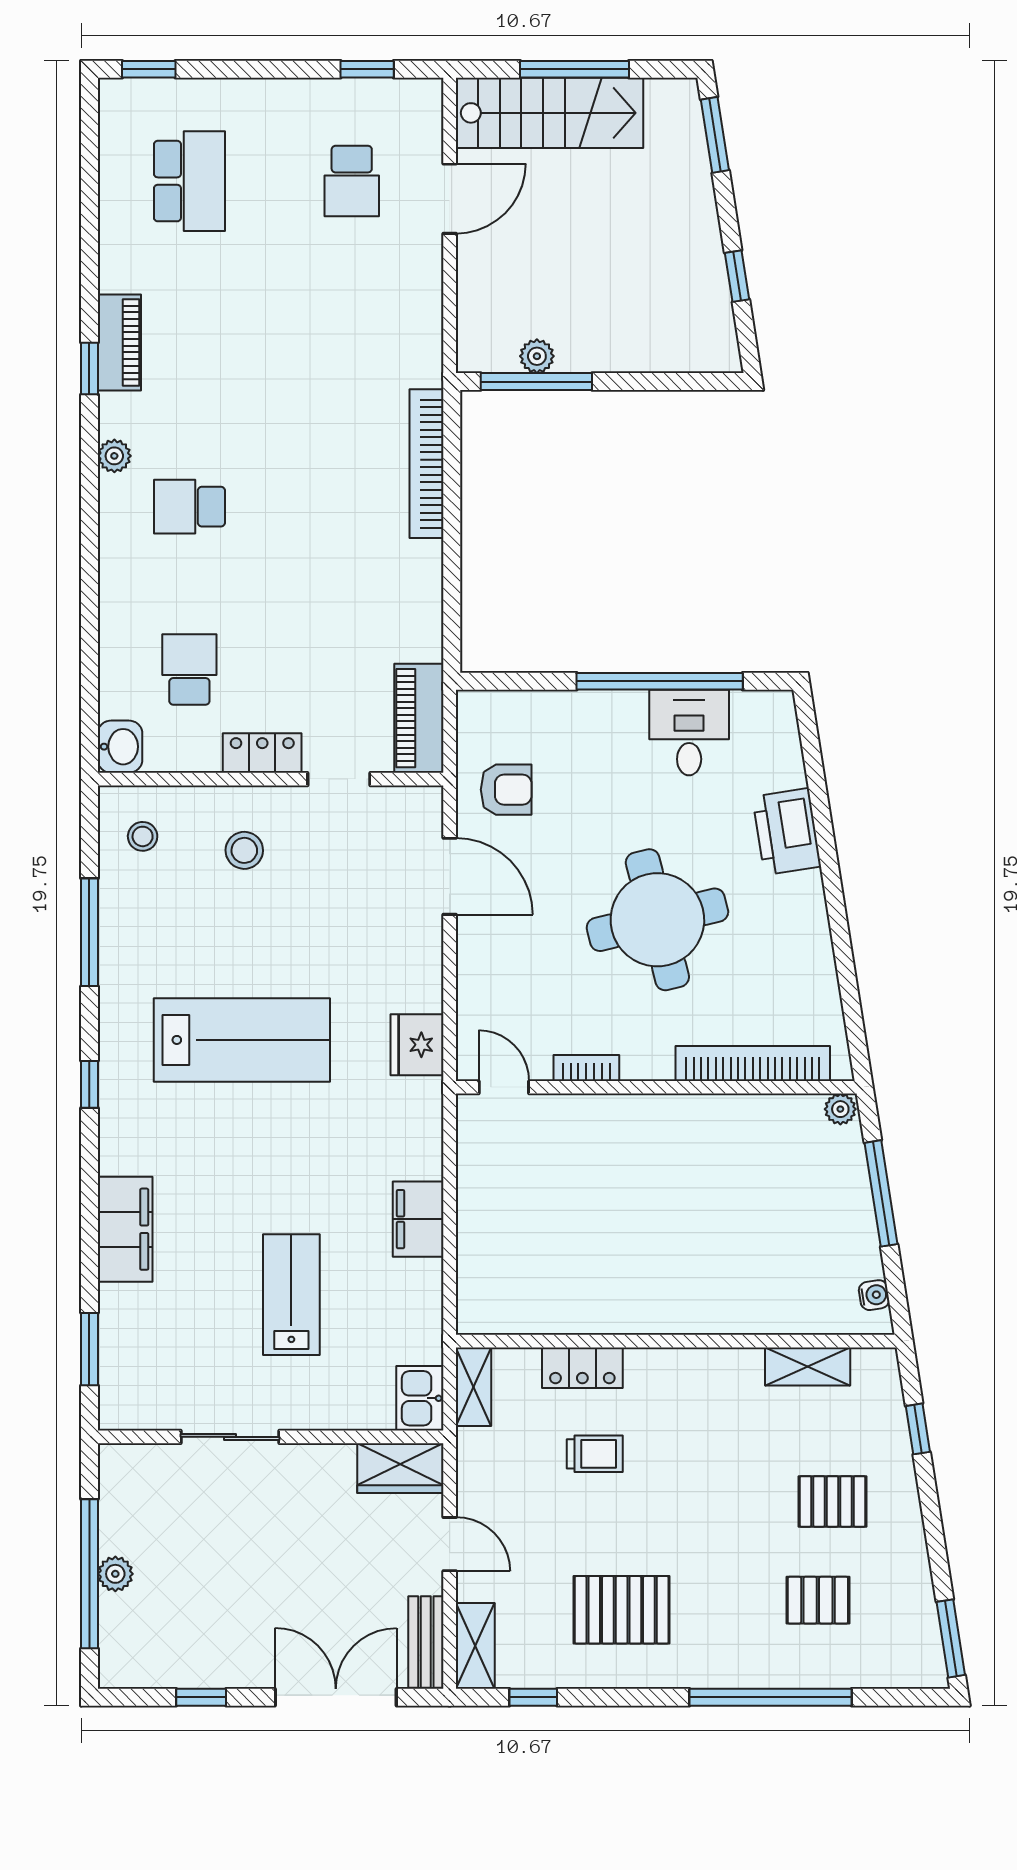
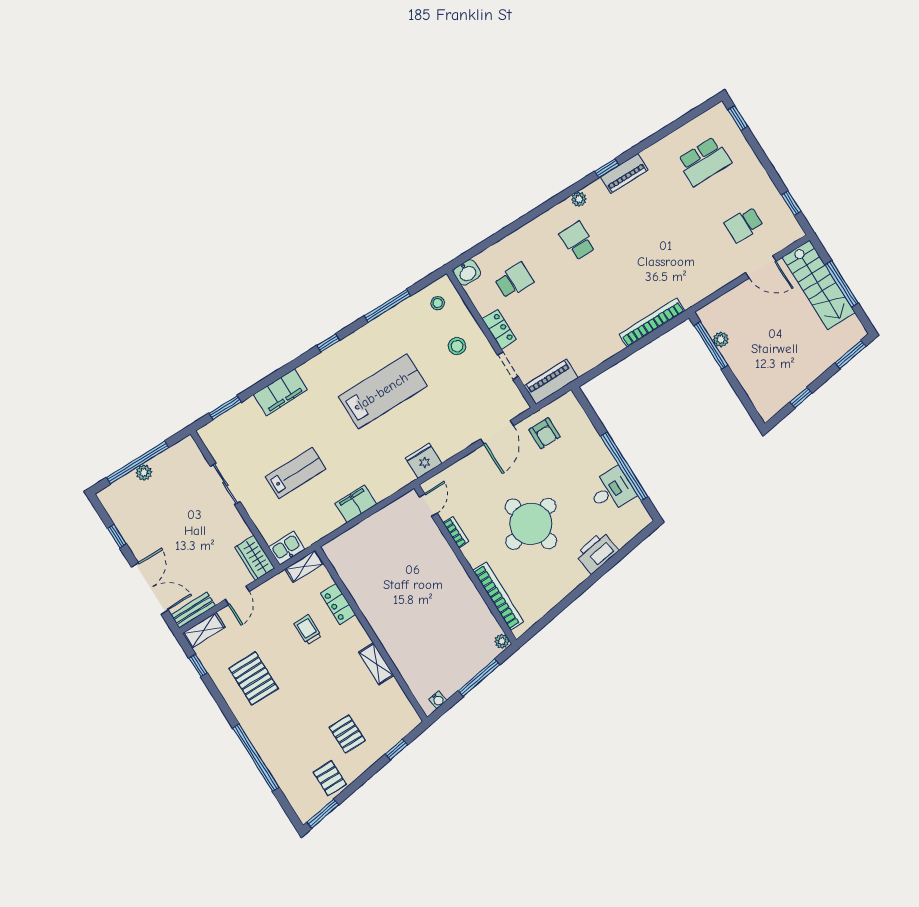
lab bench: (242, 1040) -> (383, 391), turned -90
shelving: (808, 1367) -> (376, 664), moved
trolley: (595, 1454) -> (308, 630), turned 180
pallet: (818, 1600) -> (330, 778), moved

